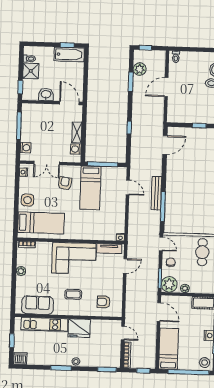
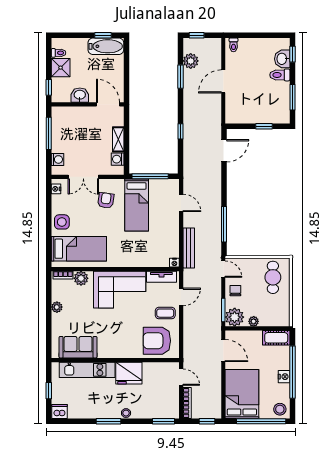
bench: (156, 193) -> (189, 248), moved
plant: (42, 248) -> (81, 278), added
coffee table: (73, 294) -> (165, 313), moved
armchair: (104, 302) -> (157, 341), width x1.88, depth x1.88
bed: (169, 349) -> (242, 394), width x1.50

